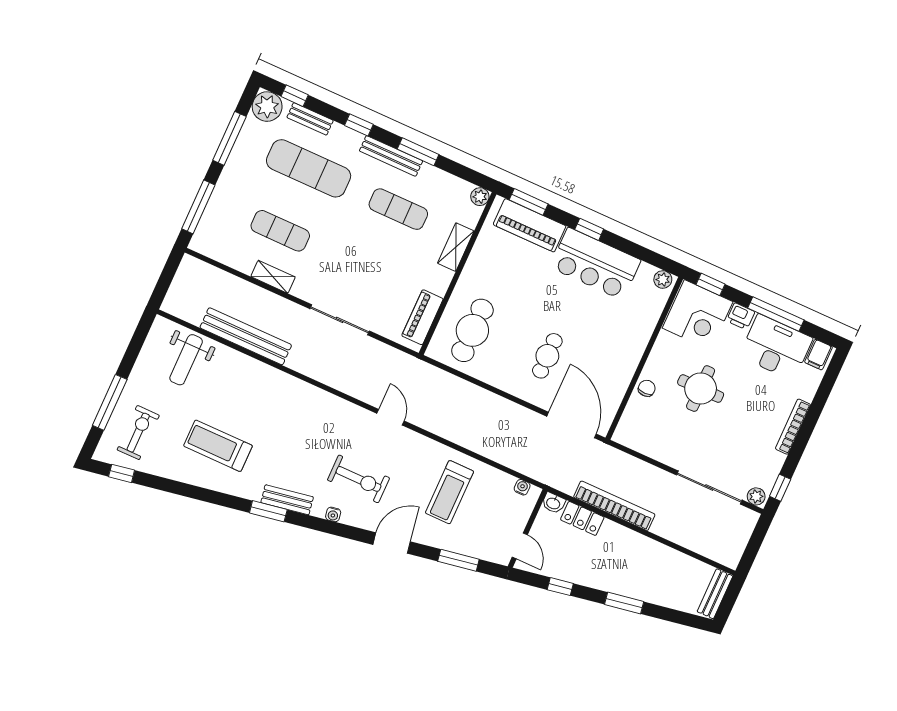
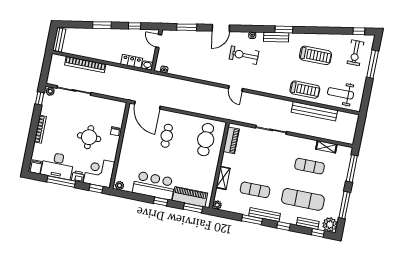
shelving: (273, 277) -> (326, 147), moved
weight bench: (186, 360) -> (341, 93), turned -90
treadmill: (449, 492) -> (305, 90), moved, turned 90
bookcase: (614, 506) -> (85, 64), moved

